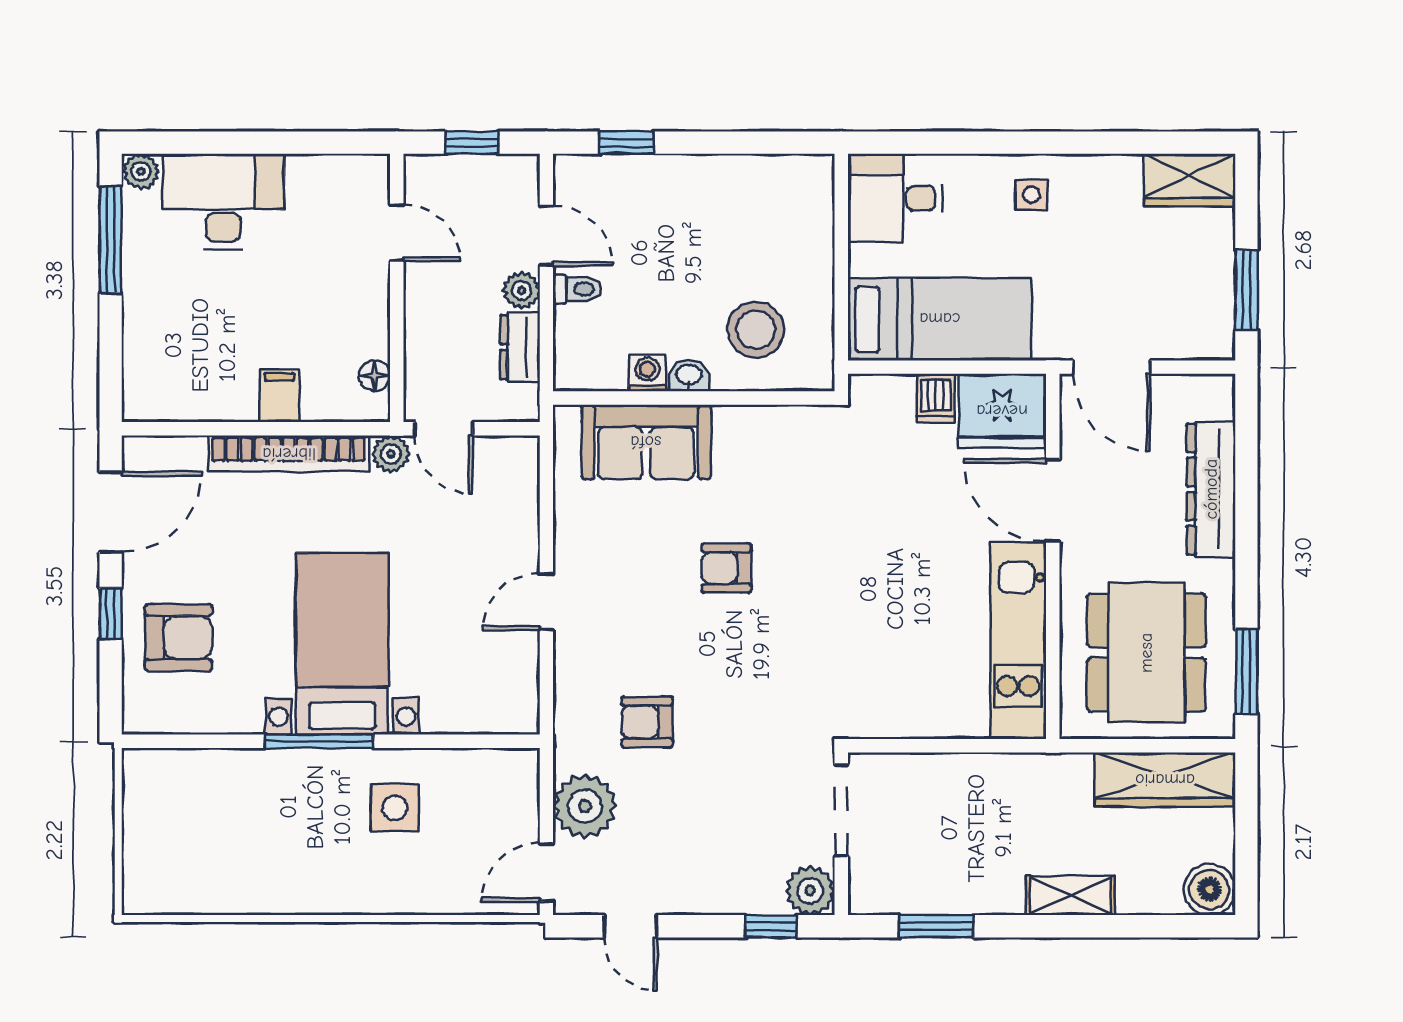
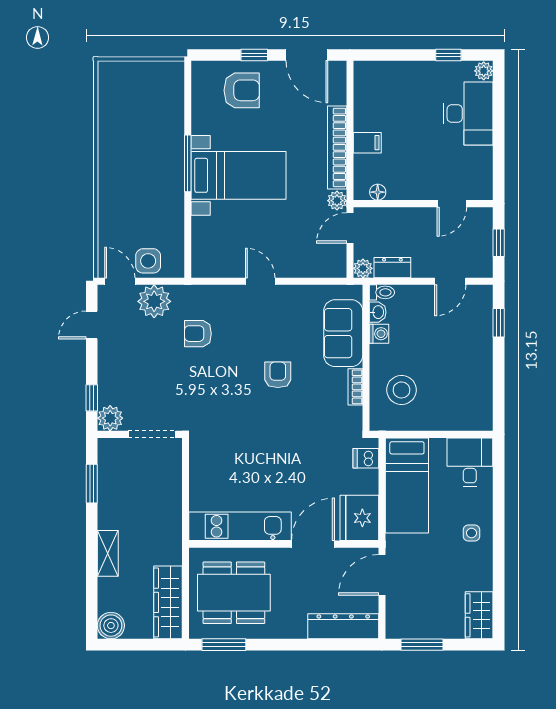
window: (111, 239) -> (448, 55), width x0.46
toilet: (577, 289) -> (382, 292), moved, turned -90
plant: (522, 290) -> (363, 268), moved
washbasin: (689, 375) -> (378, 312), moved
dishwasher: (936, 398) -> (366, 458), moved
bookcase: (750, 419) -> (355, 387), added
dresser: (1211, 489) -> (343, 626), moved
armchair: (179, 638) -> (242, 90), turned -90
armchair: (647, 722) -> (198, 334), turned -90
side table: (395, 808) -> (148, 261), moved

